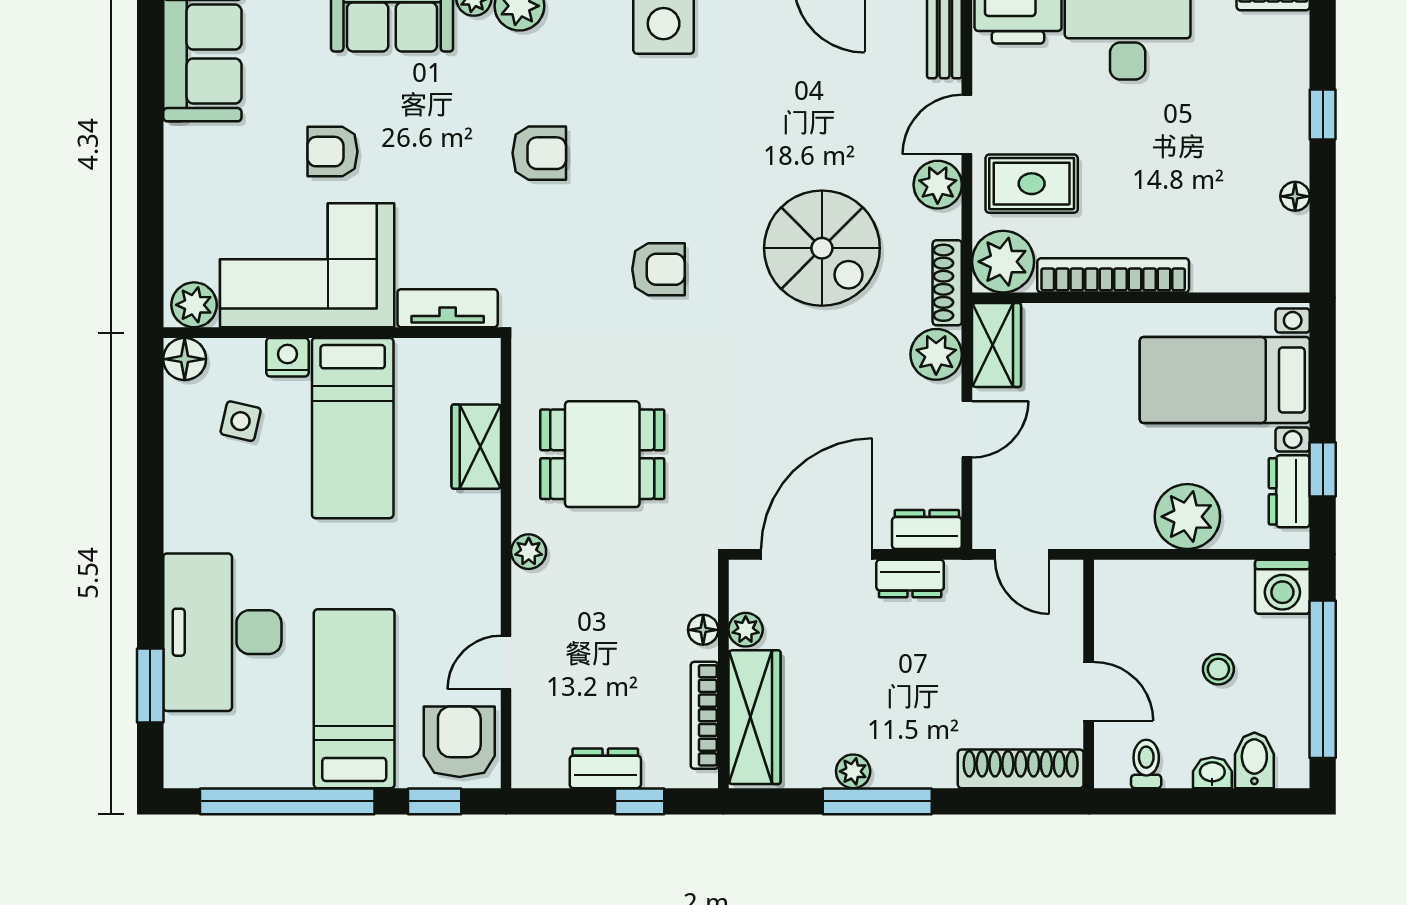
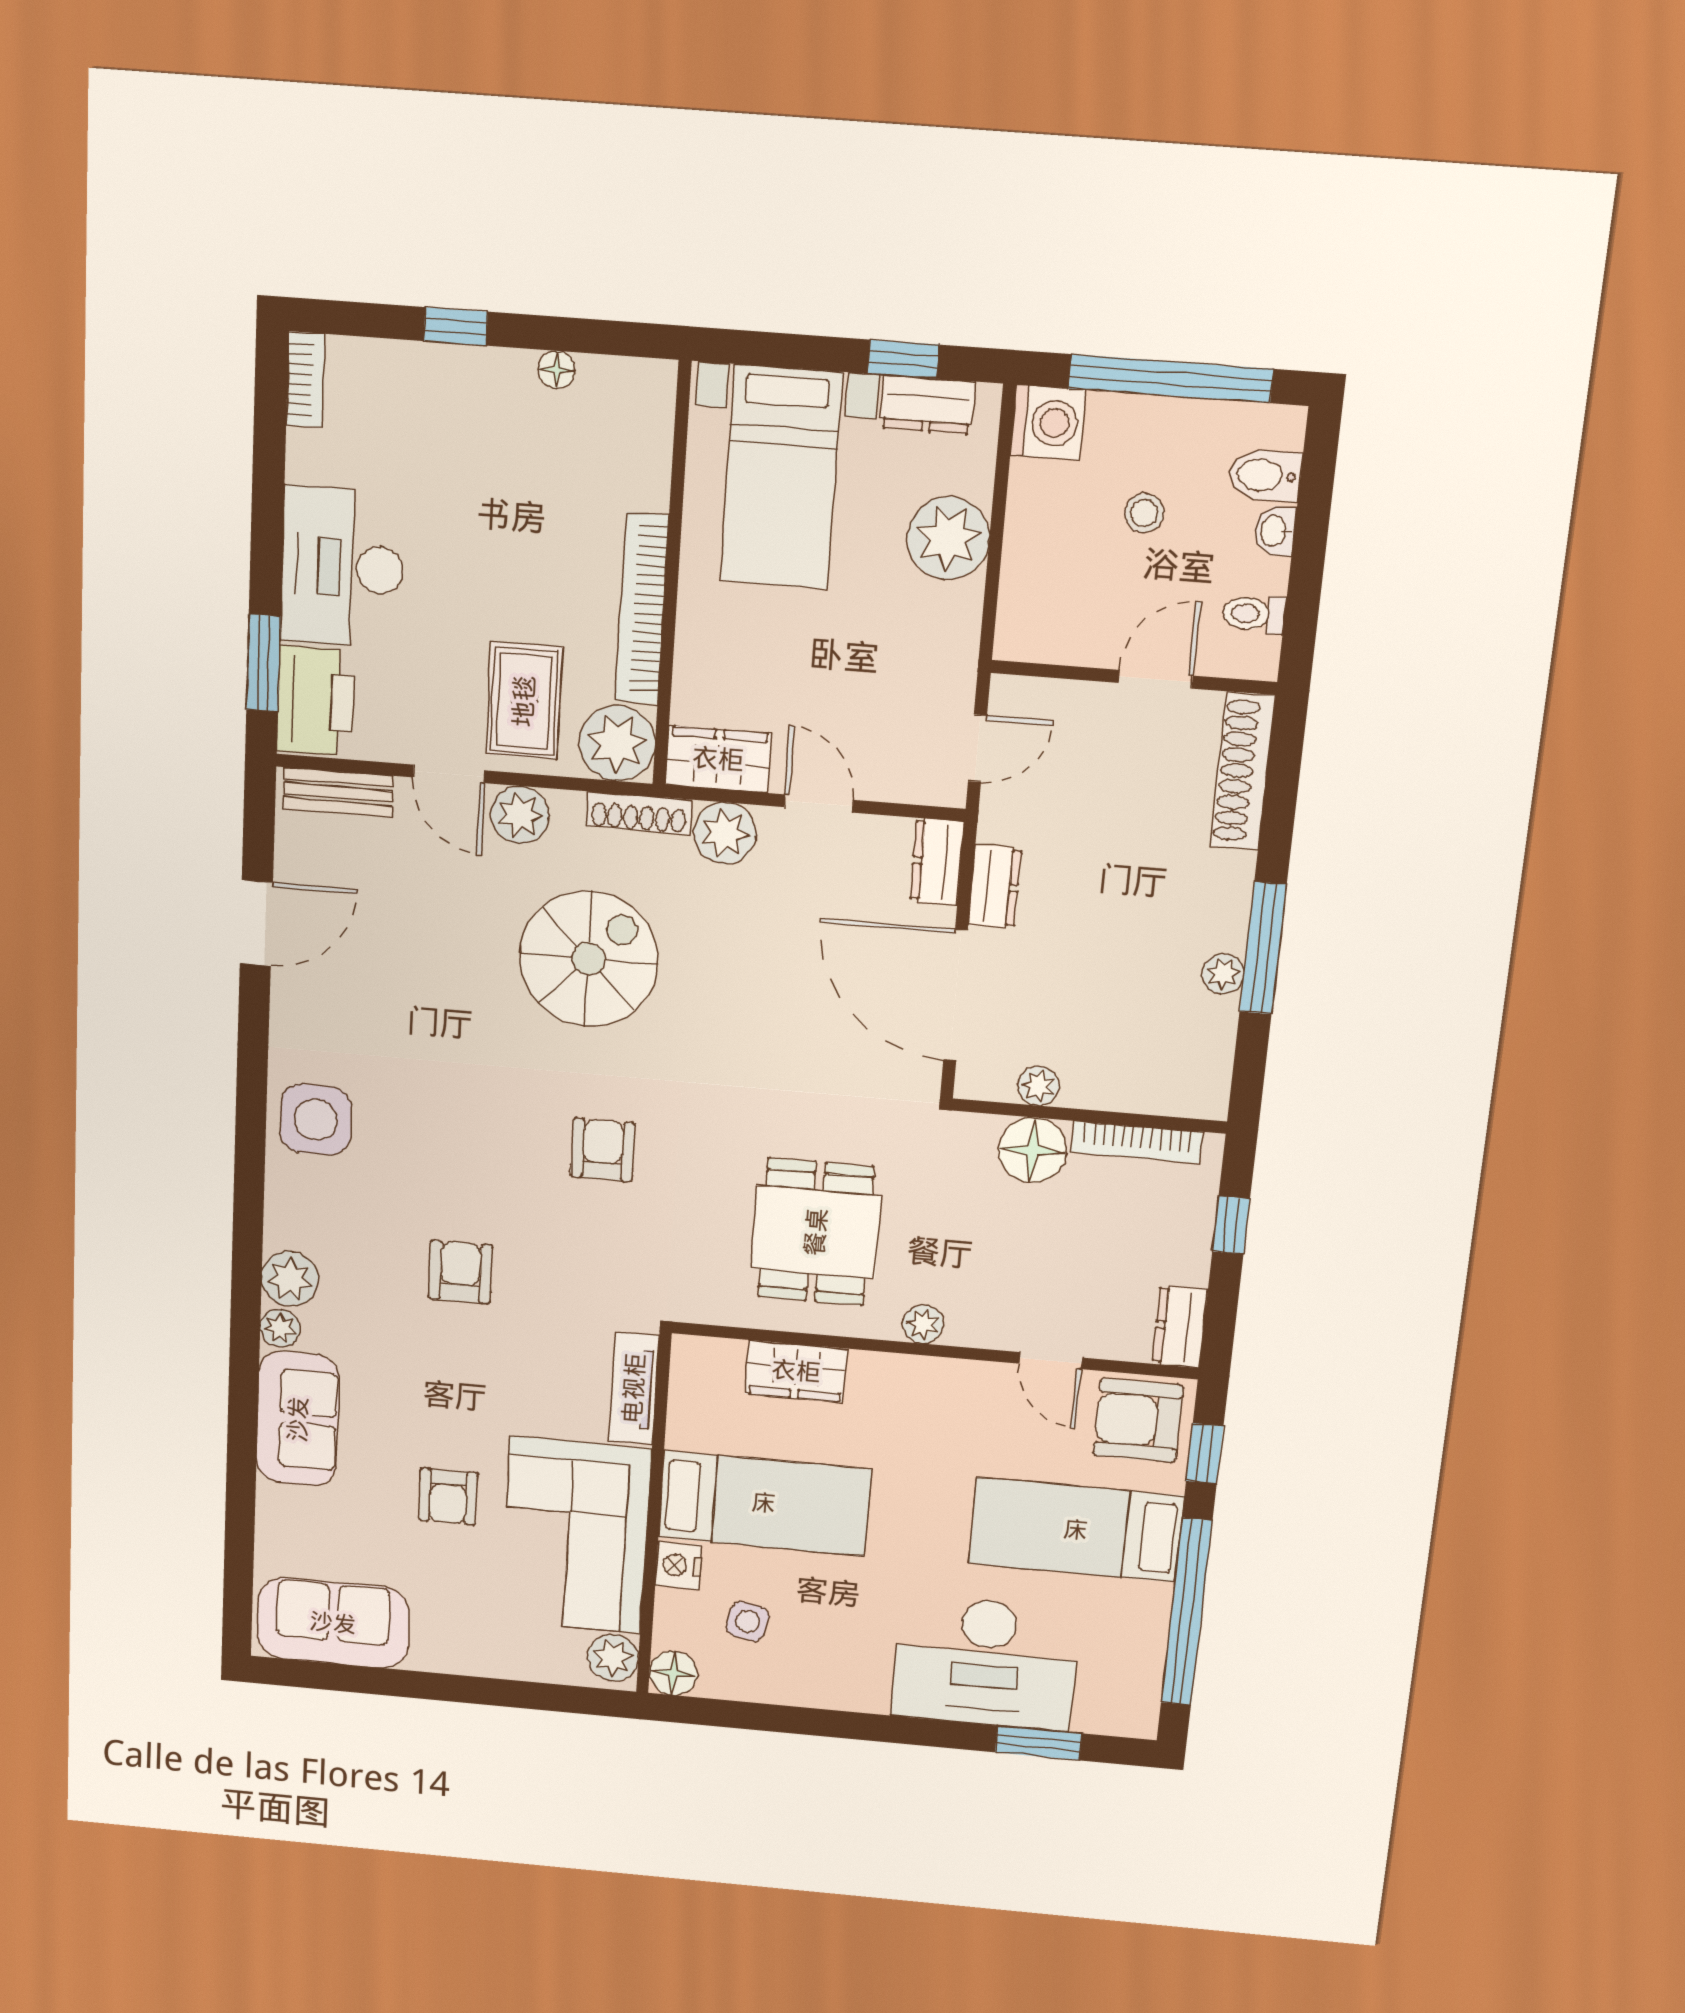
floor lamp: (703, 630) -> (1032, 1150), width x1.89, depth x1.89
wardrobe: (755, 717) -> (1145, 1084), removed
dresser: (605, 768) -> (1180, 1326), moved

